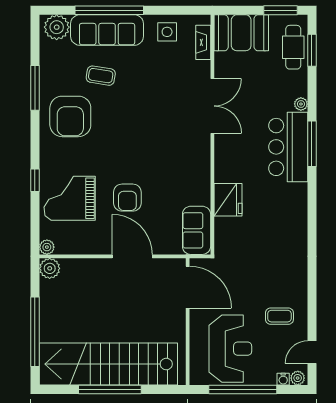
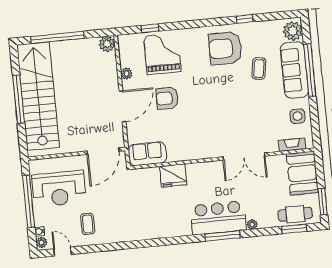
window: (35, 88) -> (245, 19), width x0.46
window: (35, 180) -> (150, 28), moved
plant: (47, 247) -> (126, 73), moved

